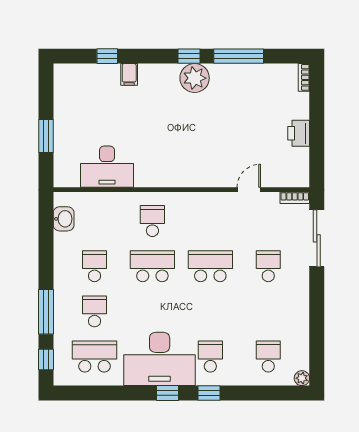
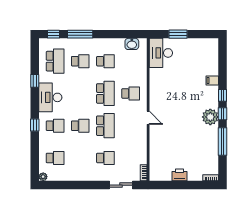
window: (107, 56) -> (222, 95), moved
desk: (107, 167) -> (161, 53), moved
door: (249, 190) -> (148, 118), moved
sliding door: (317, 238) -> (121, 185), width x0.73
school desk: (210, 311) -> (80, 126), added
desk: (160, 359) -> (50, 97), width x0.73, depth x0.77
window: (168, 393) -> (35, 81), moved

